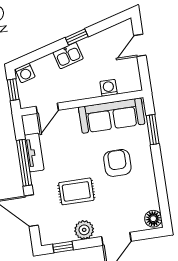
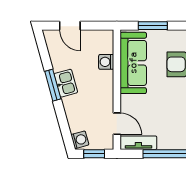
window: (77, 37) -> (53, 85), width x1.50
kitchen sink: (68, 56) -> (66, 83), moved
tv unit: (34, 153) -> (138, 143), moved

